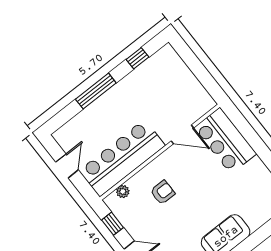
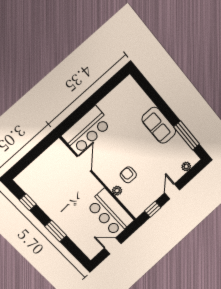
window: (96, 91) -> (56, 231), width x0.69
bar counter: (122, 158) -> (110, 213), width x0.73
plant: (123, 191) -> (117, 191), moved

